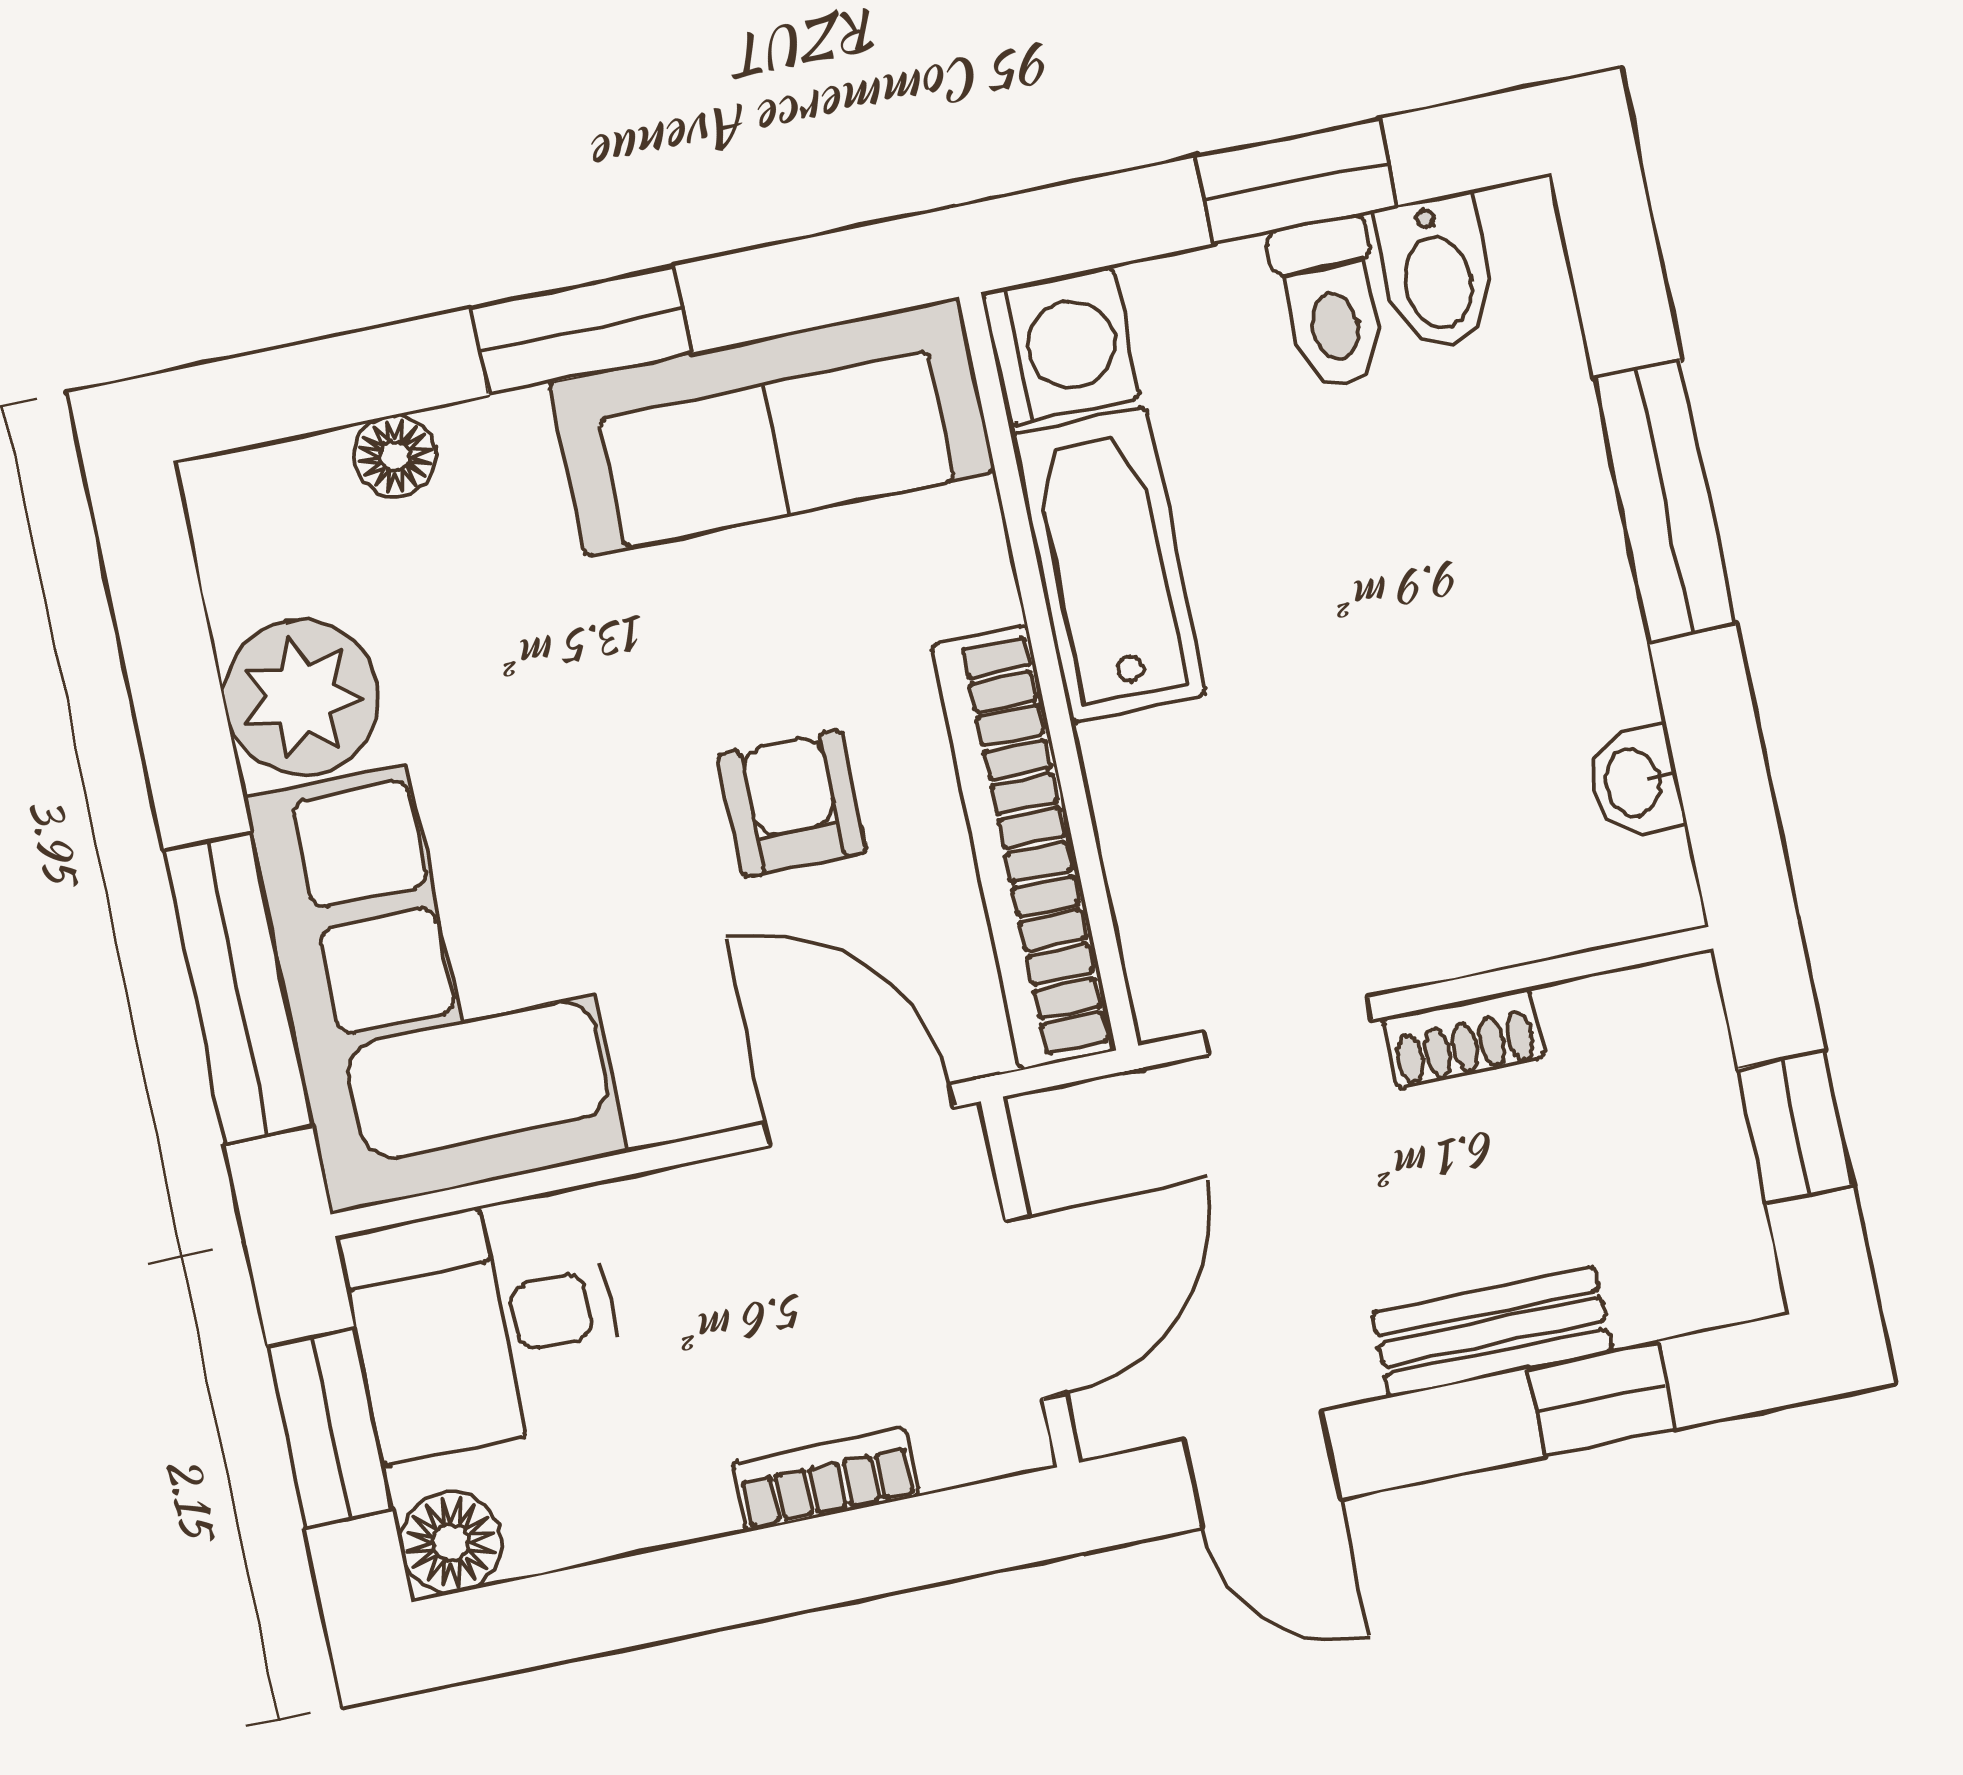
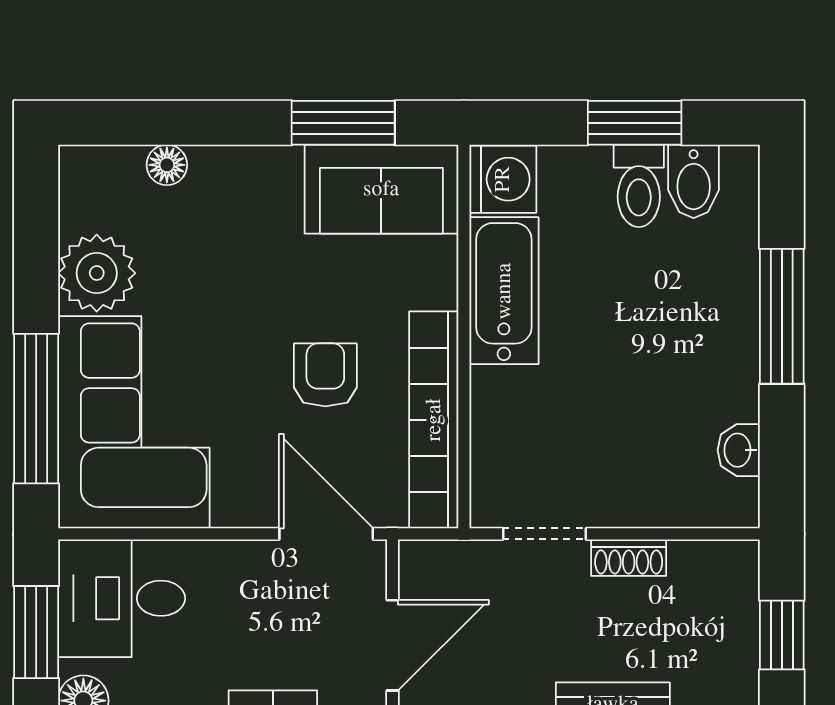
window: (581, 331) -> (343, 123), moved
sofa: (772, 427) -> (381, 189), width x0.73

